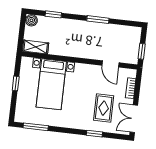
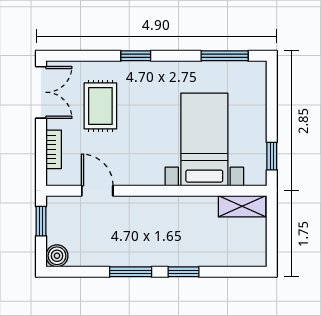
window: (53, 14) -> (183, 272), moved
boiler: (31, 20) -> (57, 256), moved
window: (16, 83) -> (272, 156), moved
window: (94, 134) -> (136, 56), moved

